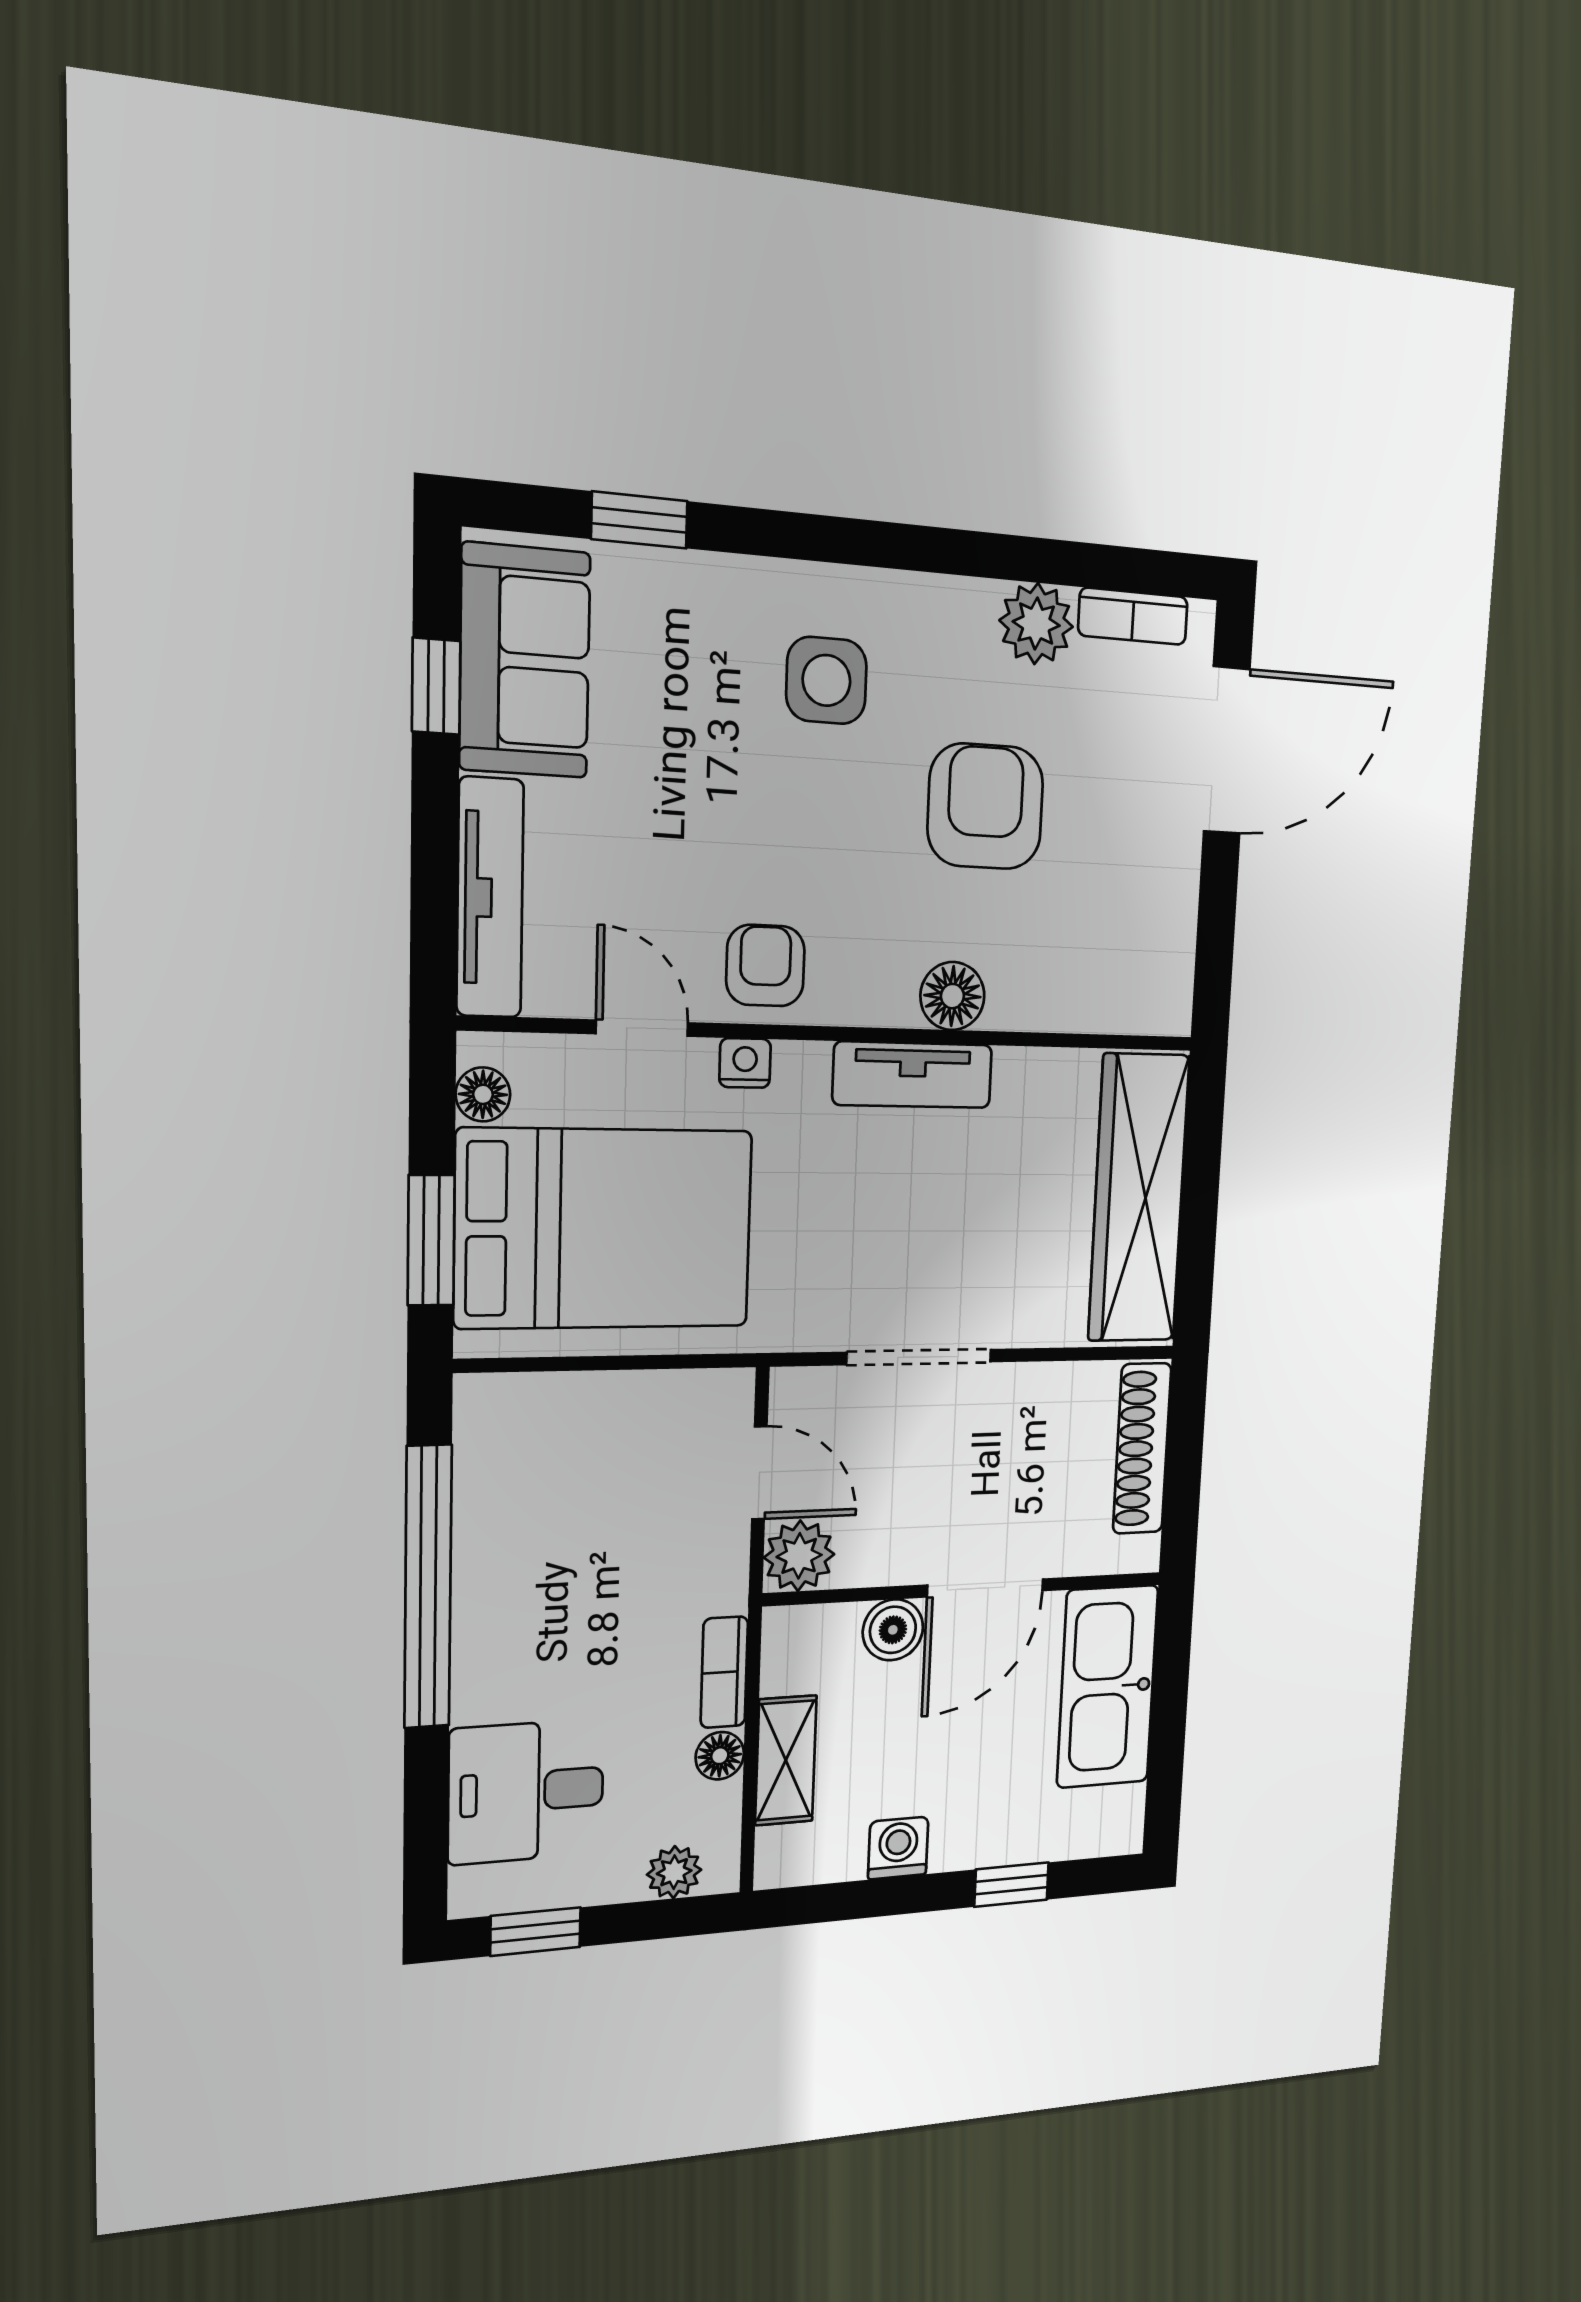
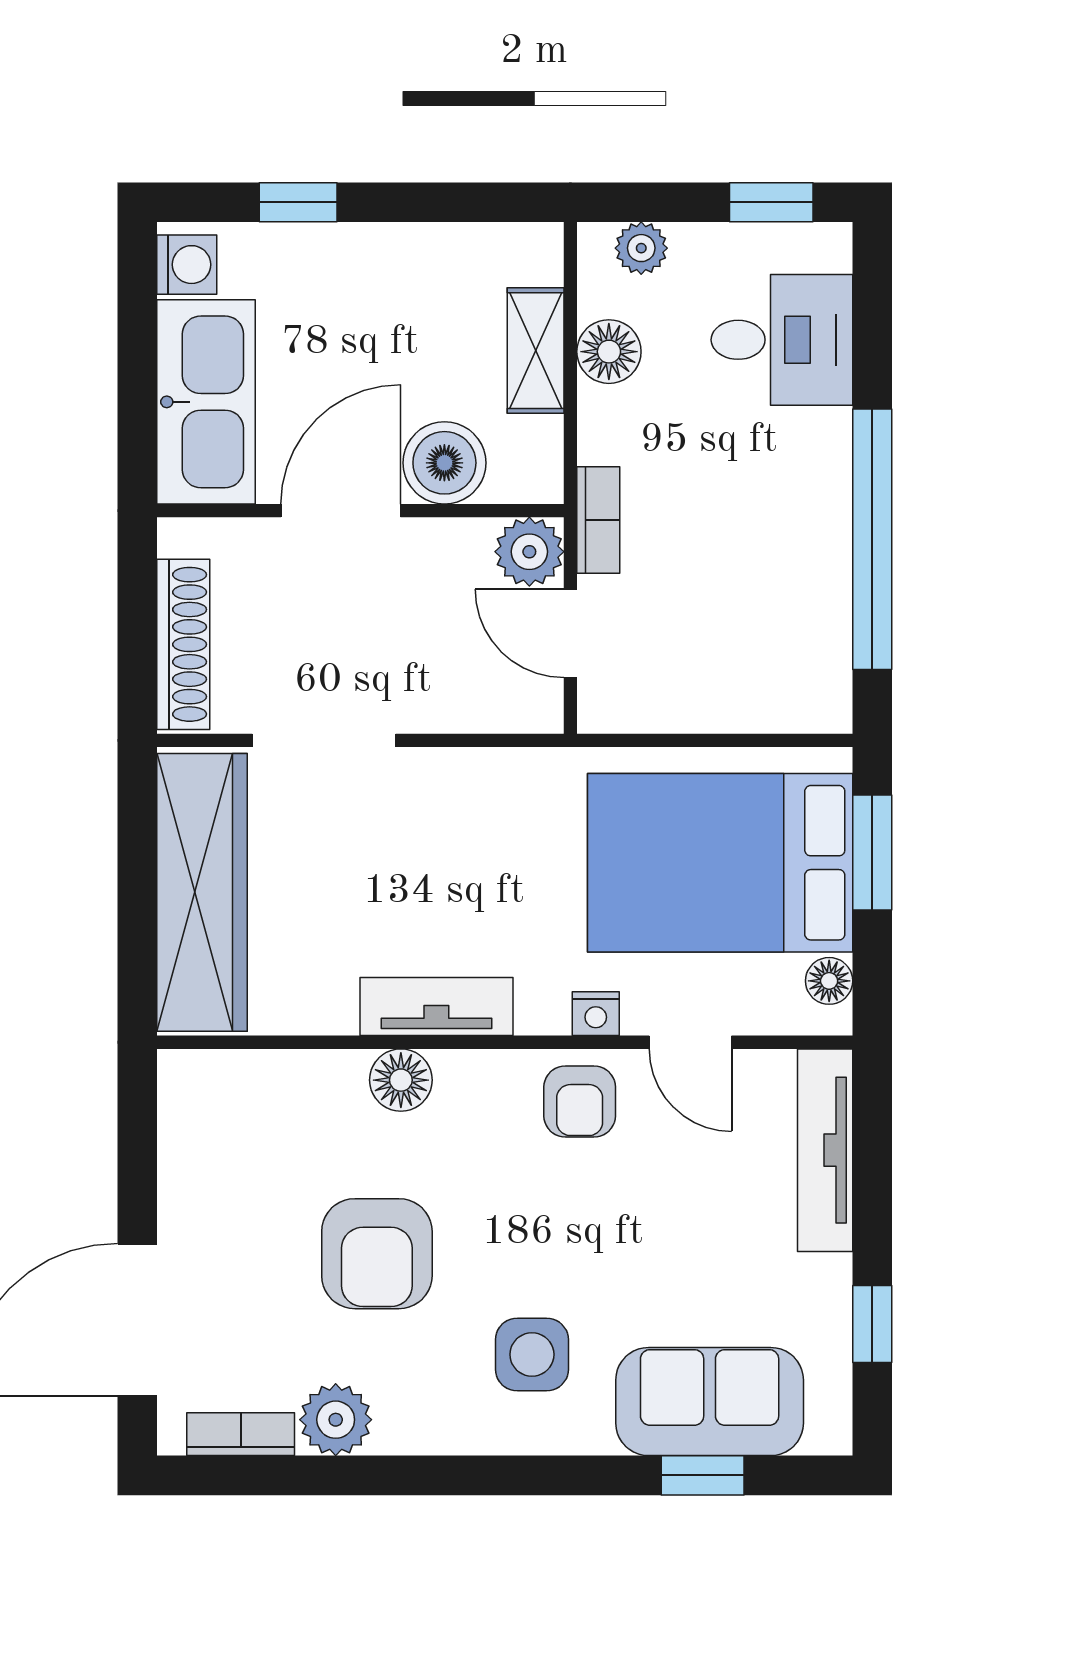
sofa: (525, 661) -> (710, 1402), moved, turned 90
doorway: (919, 1357) -> (324, 740), moved
boiler: (893, 1630) -> (444, 463), width x1.36, depth x1.36
bookcase: (724, 1672) -> (598, 520), moved
floor lamp: (720, 1756) -> (609, 352), width x1.37, depth x1.37
washing machine: (898, 1848) -> (187, 265), moved, turned -90

